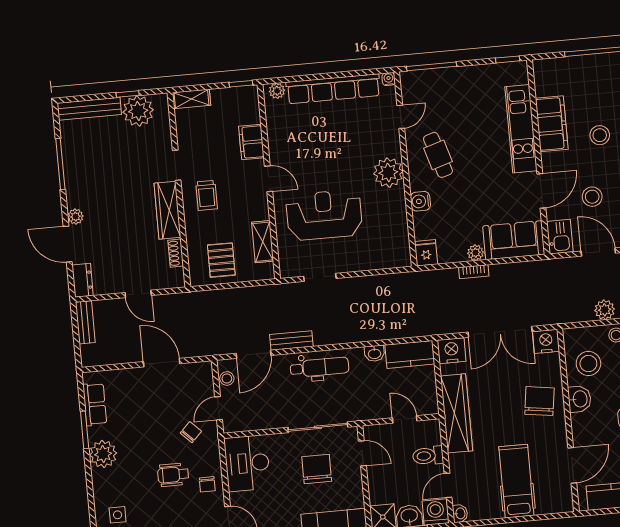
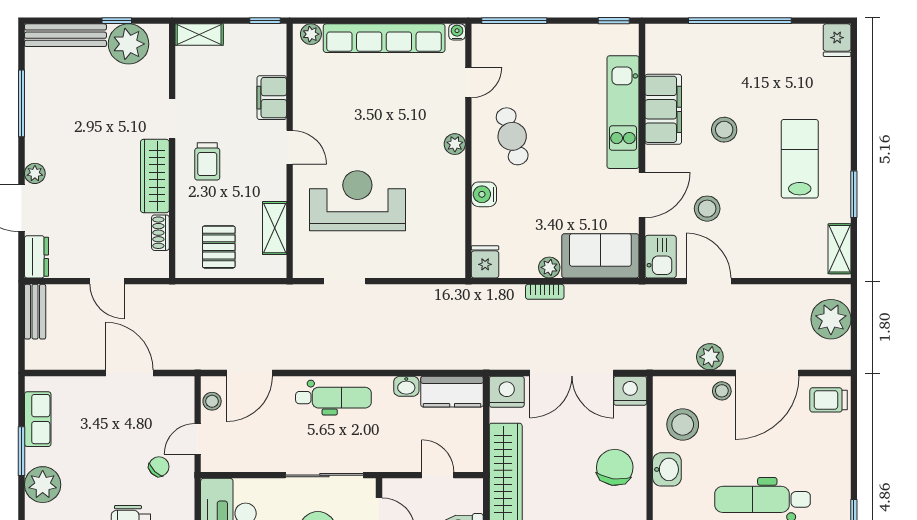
plant: (388, 173) -> (455, 144), width x0.53, depth x0.53
bench: (291, 340) -> (300, 360), removed

